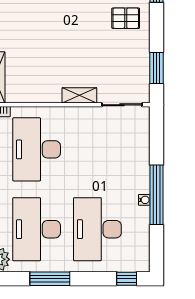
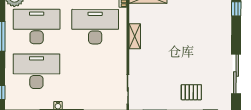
pallet: (126, 18) -> (191, 92), turned 90
shelving: (79, 95) -> (135, 36), moved

